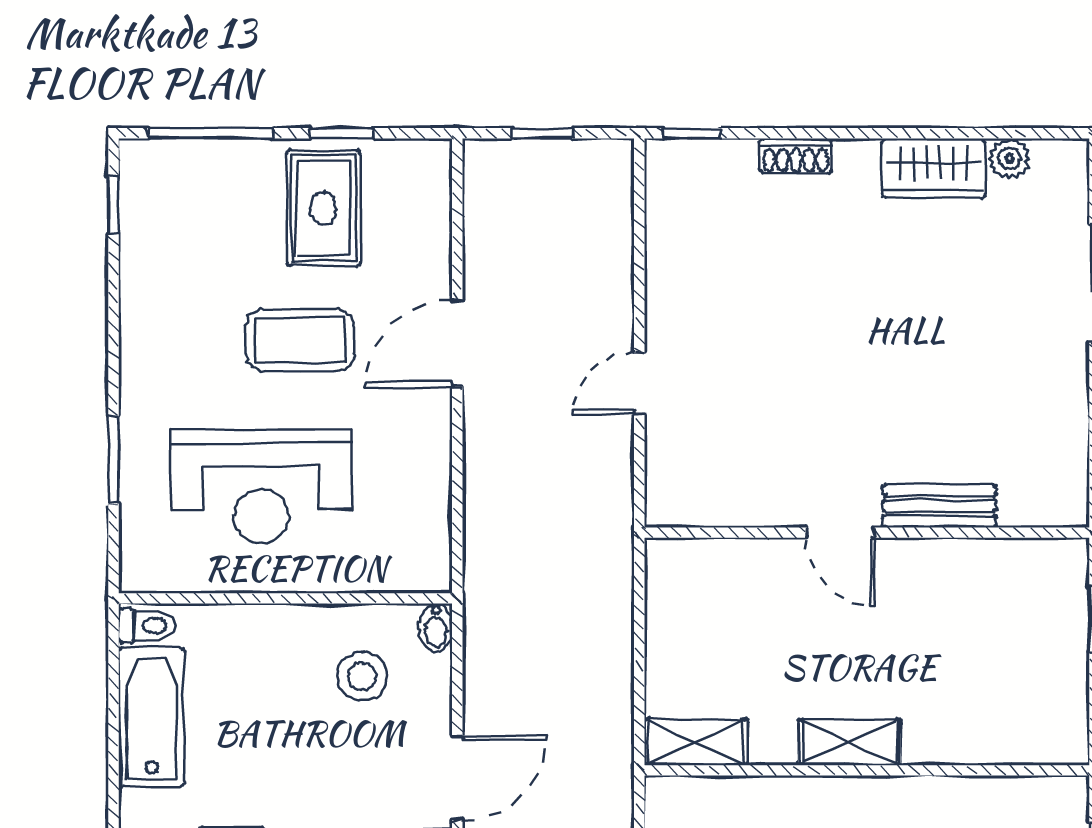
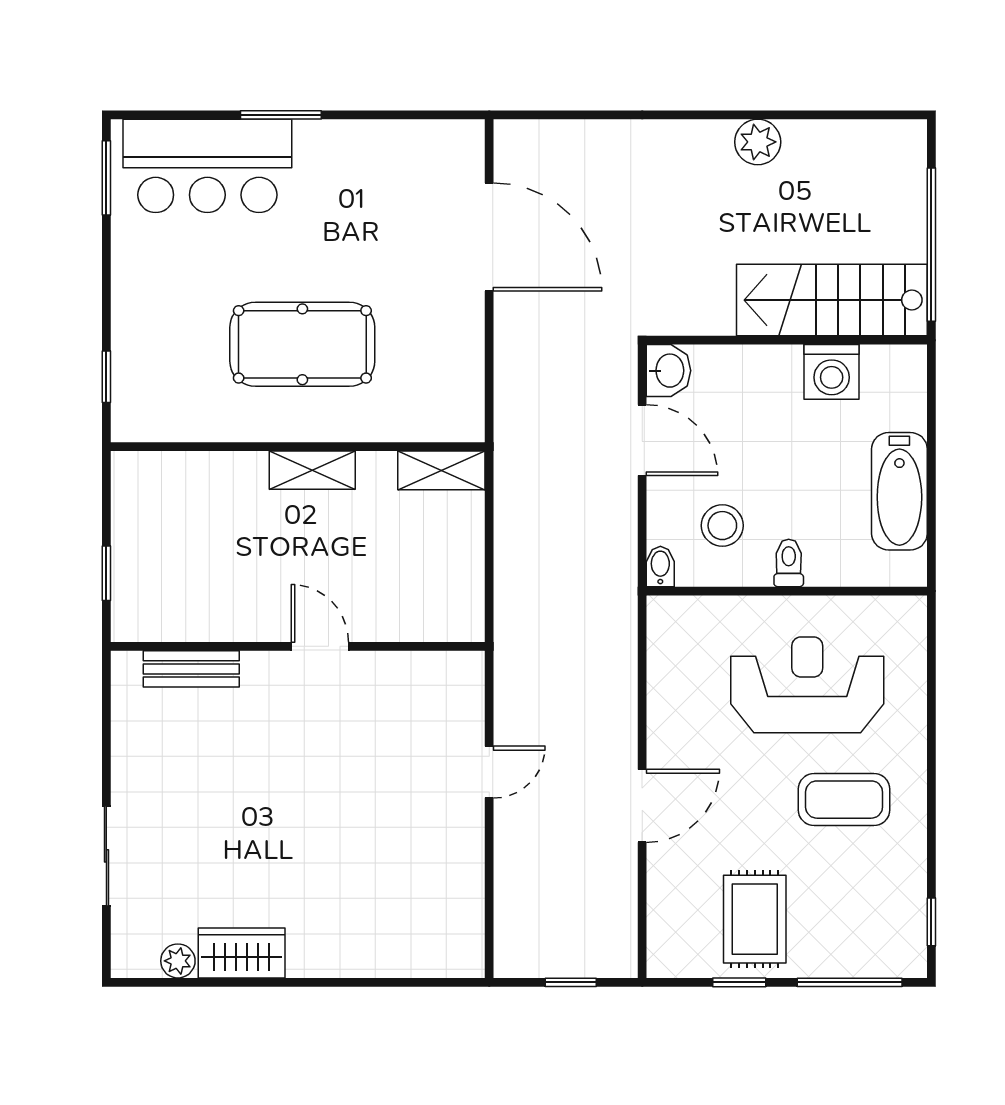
window: (692, 133) -> (445, 982), removed
shoe rack: (796, 156) -> (358, 963), removed
coffee table: (300, 340) -> (844, 800), moved
window: (113, 460) -> (931, 707), removed
bench: (940, 506) -> (191, 669), moved
toilet: (147, 626) -> (789, 563), moved, turned 90
door: (457, 778) -> (642, 440), swing flipped

